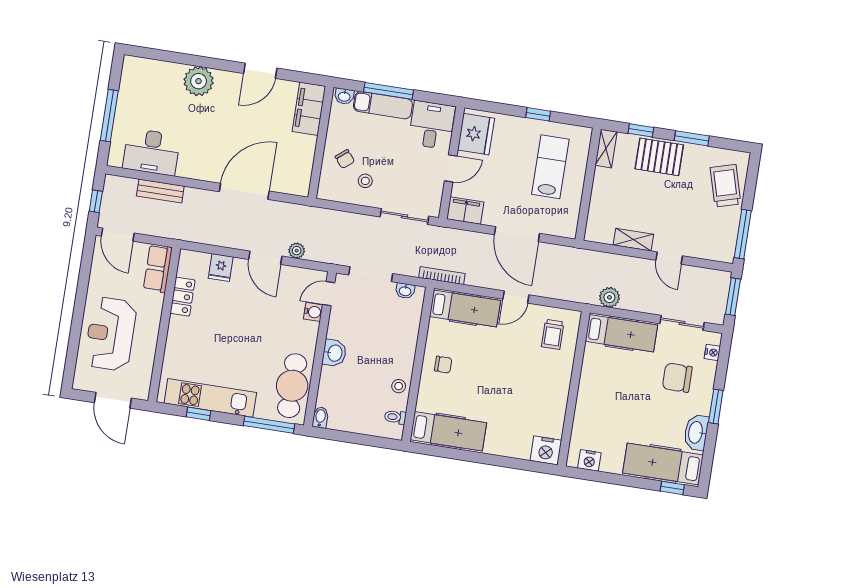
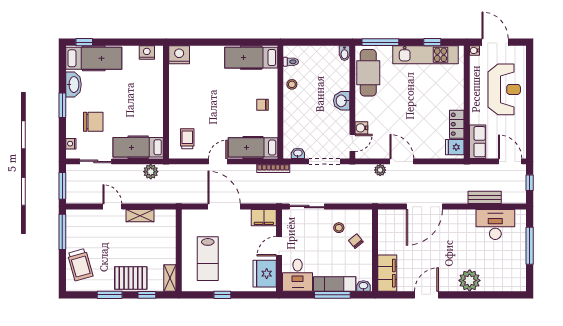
fridge: (221, 268) -> (455, 147), moved, turned -90
water cooler: (143, 393) -> (474, 50), added

